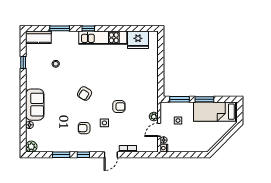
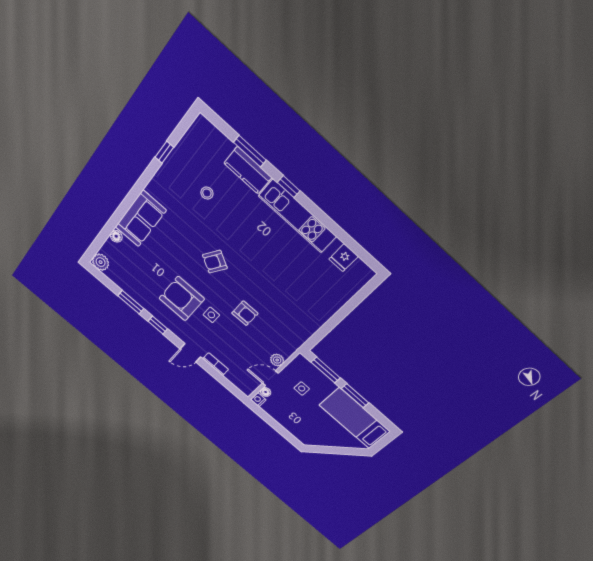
kitchen counter: (38, 37) -> (248, 170), moved
fridge: (138, 40) -> (344, 258), width x0.53, depth x0.75
armchair: (84, 128) -> (182, 299), width x1.88, depth x1.88

